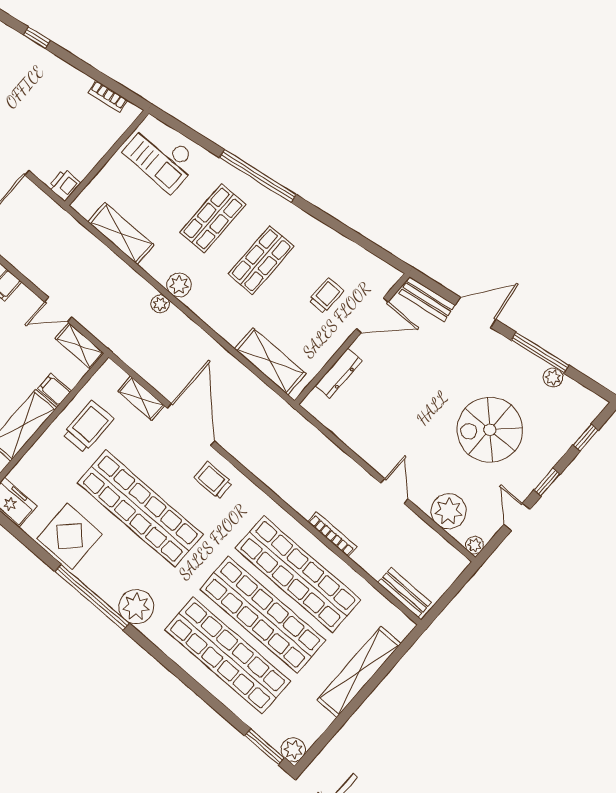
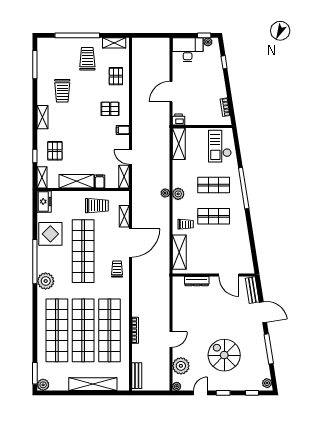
shelving: (121, 233) -> (179, 144), moved
trolley: (326, 296) -> (186, 224), moved
plant: (553, 378) -> (267, 383), moved

